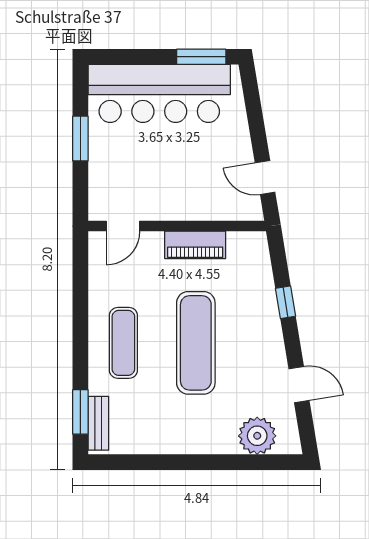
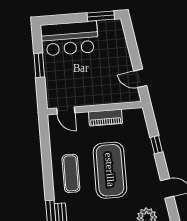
bar counter: (159, 93) -> (69, 38), width x0.73
door: (123, 226) -> (66, 111), hinge flipped
exercise mat: (196, 343) -> (110, 170), width x1.47

